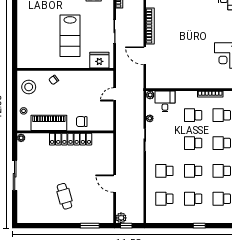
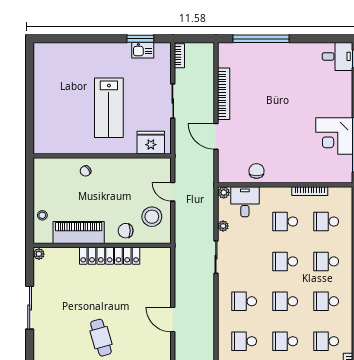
chair: (173, 80) -> (257, 171), added
stool: (29, 87) -> (152, 217), moved
door: (115, 94) -> (173, 192), hinge flipped

